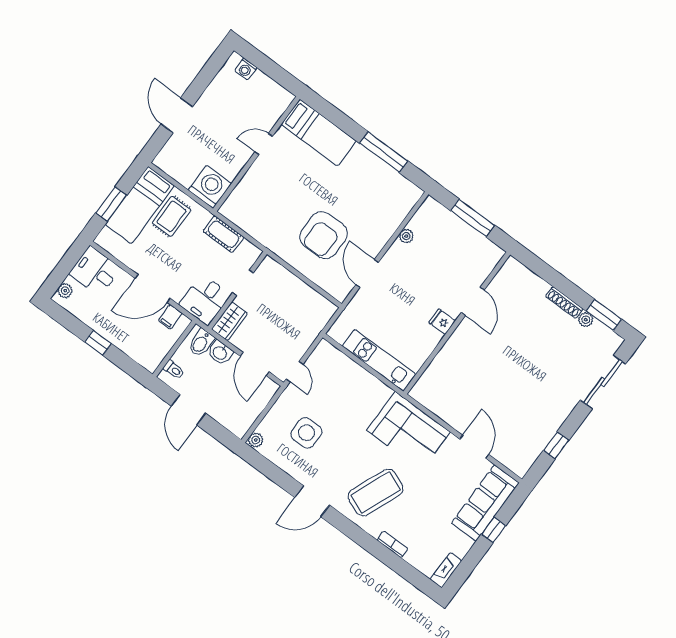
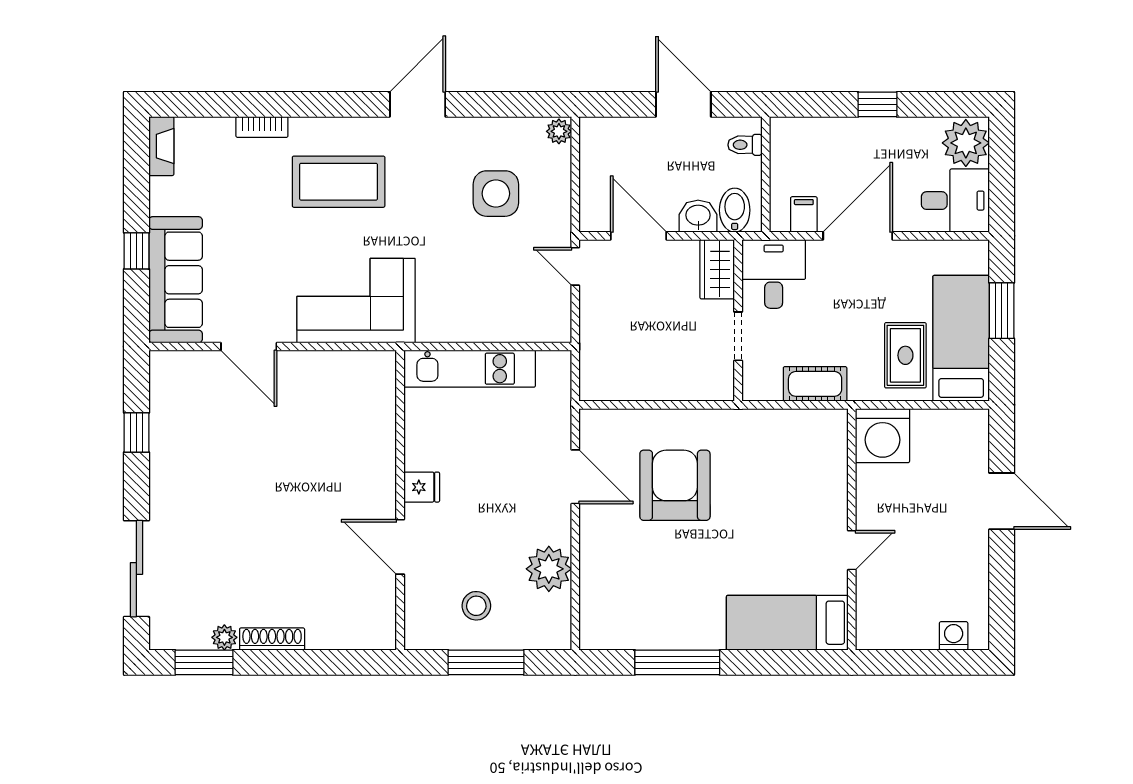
plant: (406, 236) -> (549, 569), width x1.88, depth x1.88
stool: (458, 248) -> (476, 606), added
plant: (65, 291) -> (966, 143), width x1.88, depth x1.88
coffee table: (376, 492) -> (339, 182), turned 68

